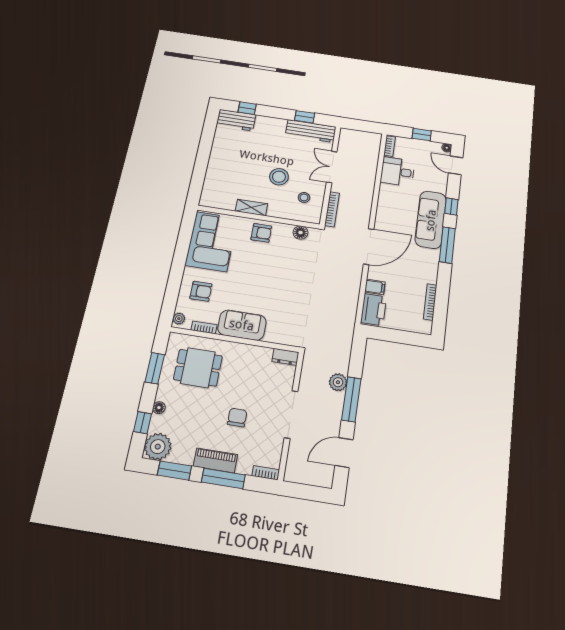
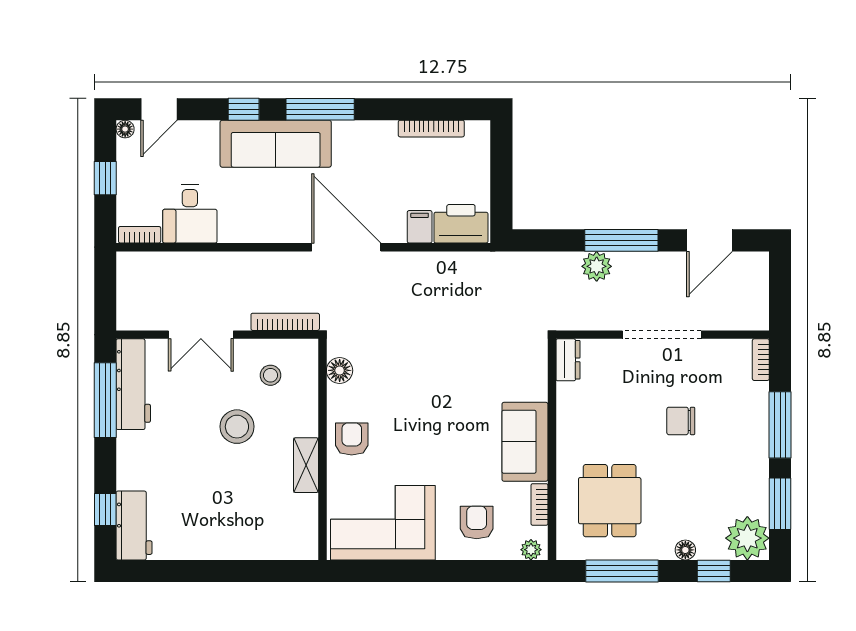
window: (305, 117) -> (105, 400), width x2.17
window: (155, 368) -> (622, 571), width x1.44
door: (344, 453) -> (710, 240), hinge flipped
piano: (216, 460) -> (754, 442), removed

